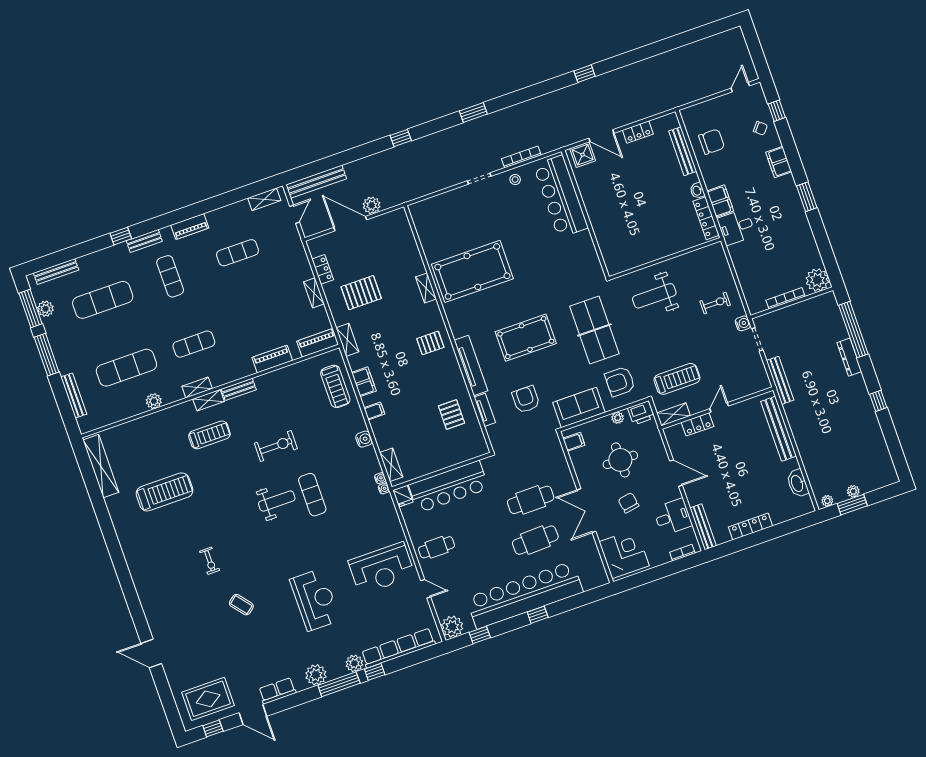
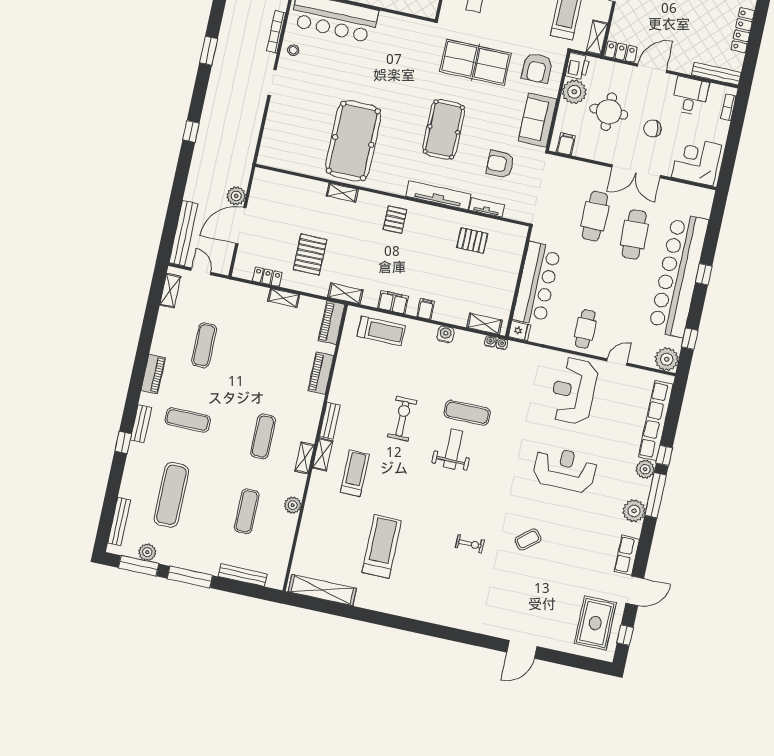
exercise mat: (126, 368) -> (247, 511), width x0.73, depth x0.69
plant: (618, 418) -> (574, 92), width x1.88, depth x1.88
locker: (697, 424) -> (621, 52), moved, turned -90
reception desk: (382, 568) -> (574, 391), turned 180

